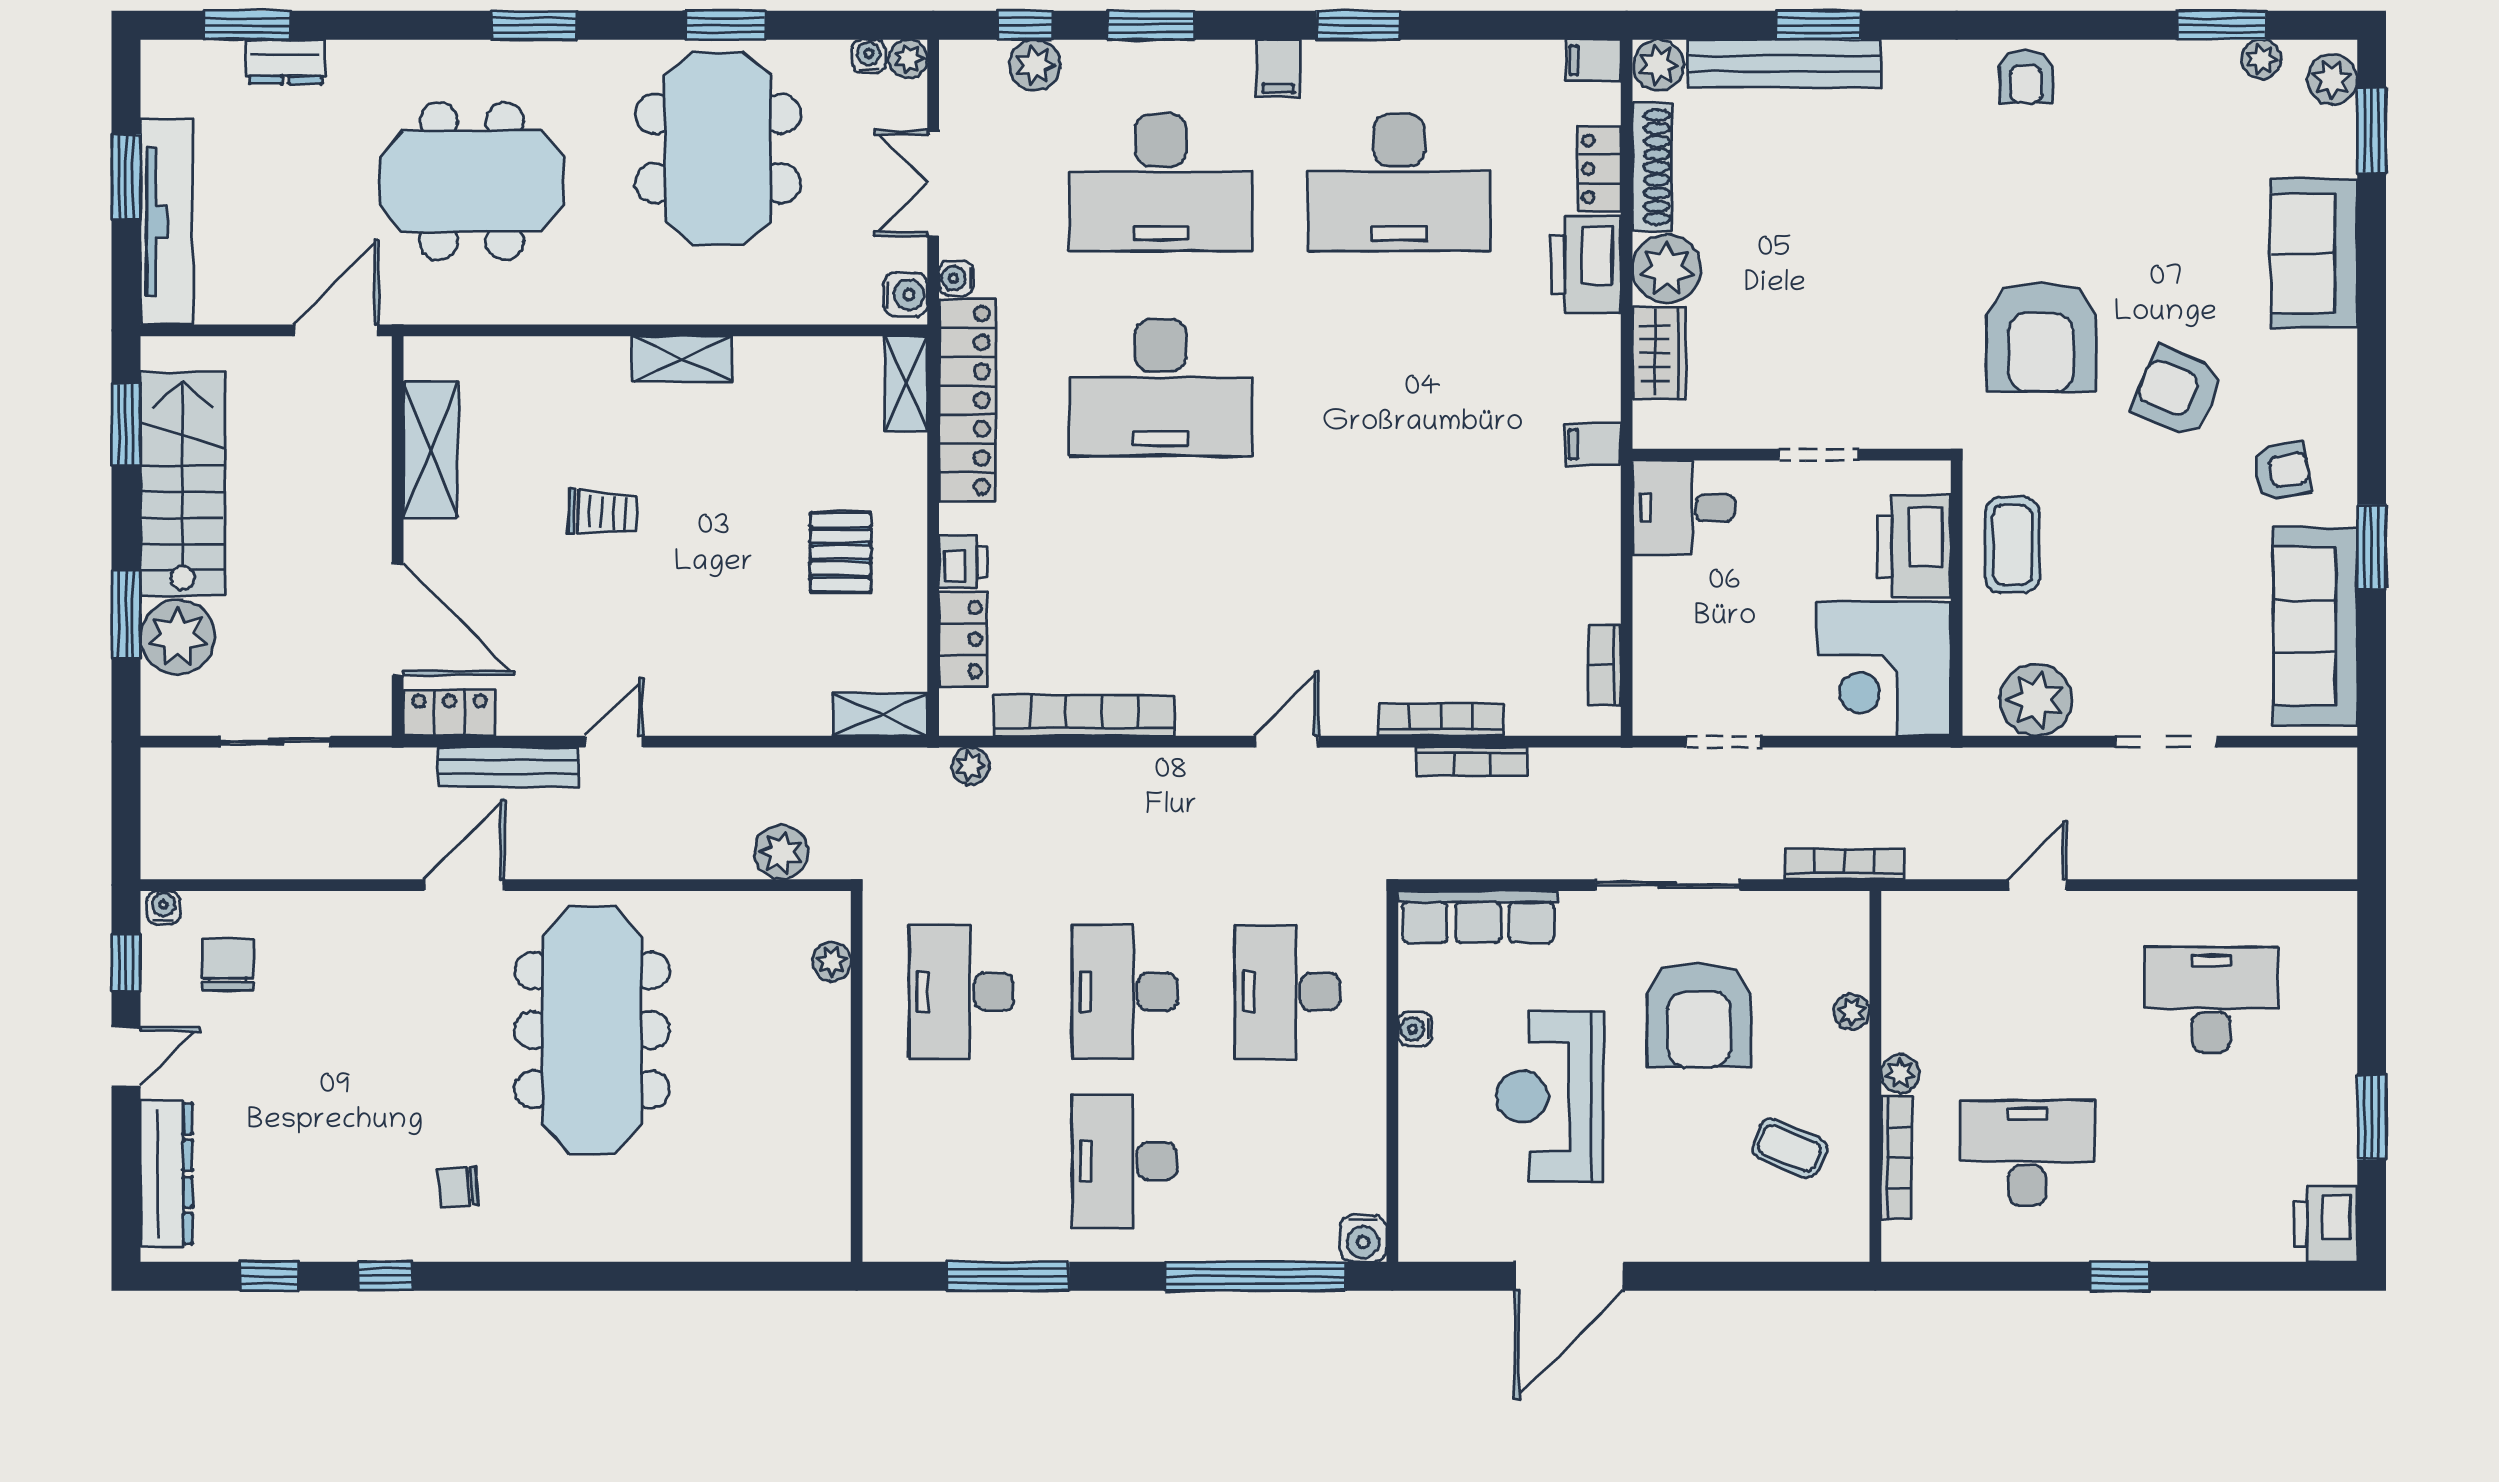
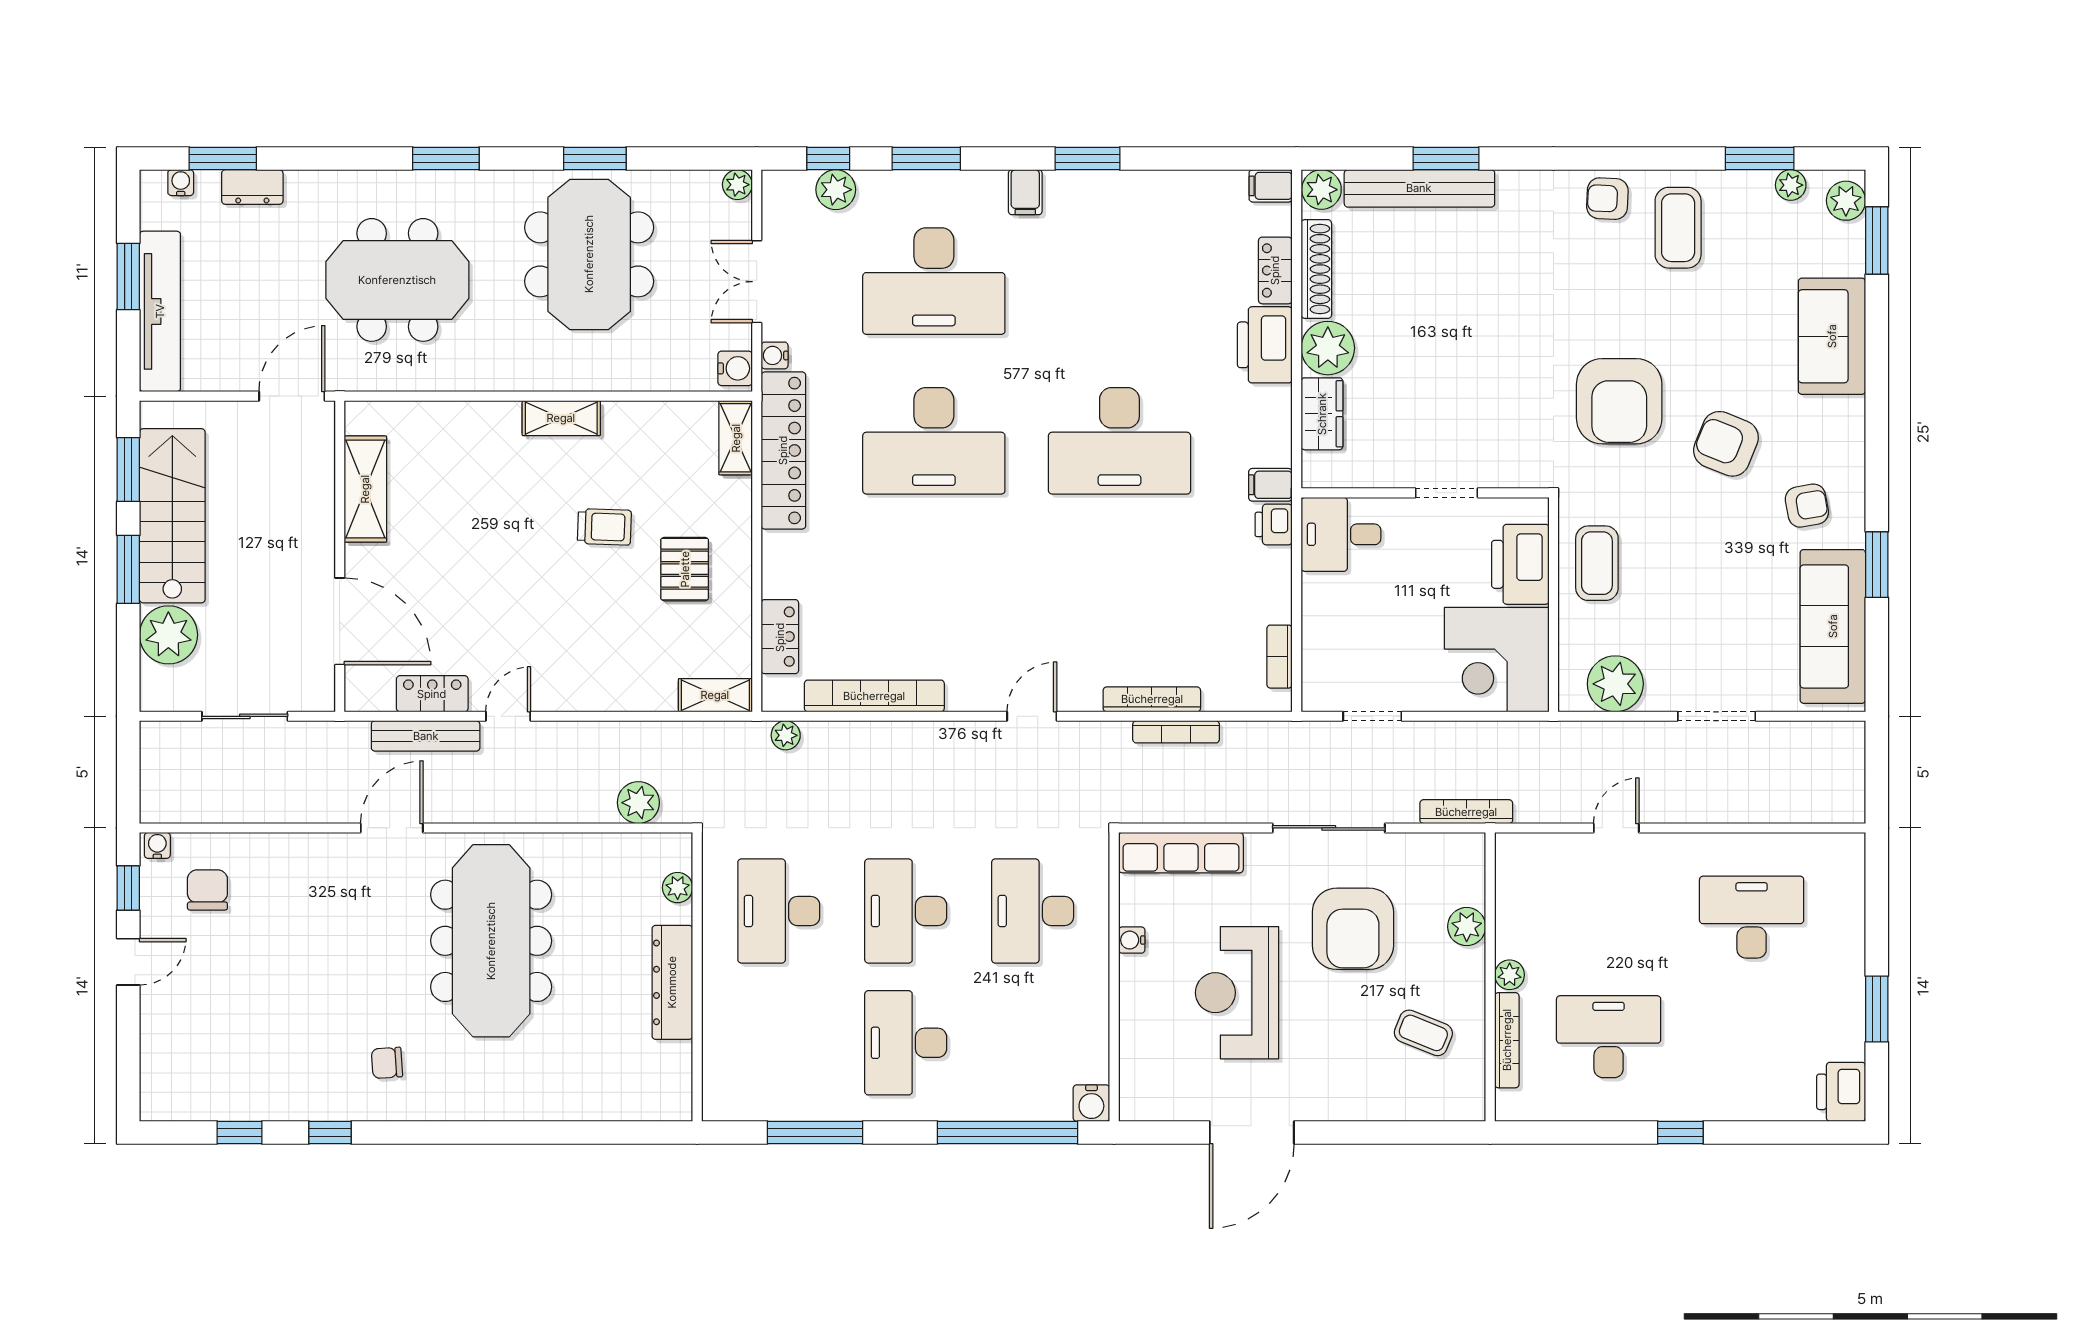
water cooler: (869, 56) -> (181, 183), moved
armchair: (2026, 77) -> (1607, 199), turned 93
coffee table: (2117, 114) -> (1678, 228), added
desk: (1399, 183) -> (1119, 441), moved
trolley: (603, 512) -> (604, 527), moved
printer: (963, 562) -> (1274, 524), moved, turned 180
window: (126, 614) -> (128, 569), moved
locker: (449, 713) -> (432, 694), moved
plant: (1852, 1012) -> (1467, 927), width x1.38, depth x1.38
dresser: (166, 1174) -> (672, 982), moved, turned 180

